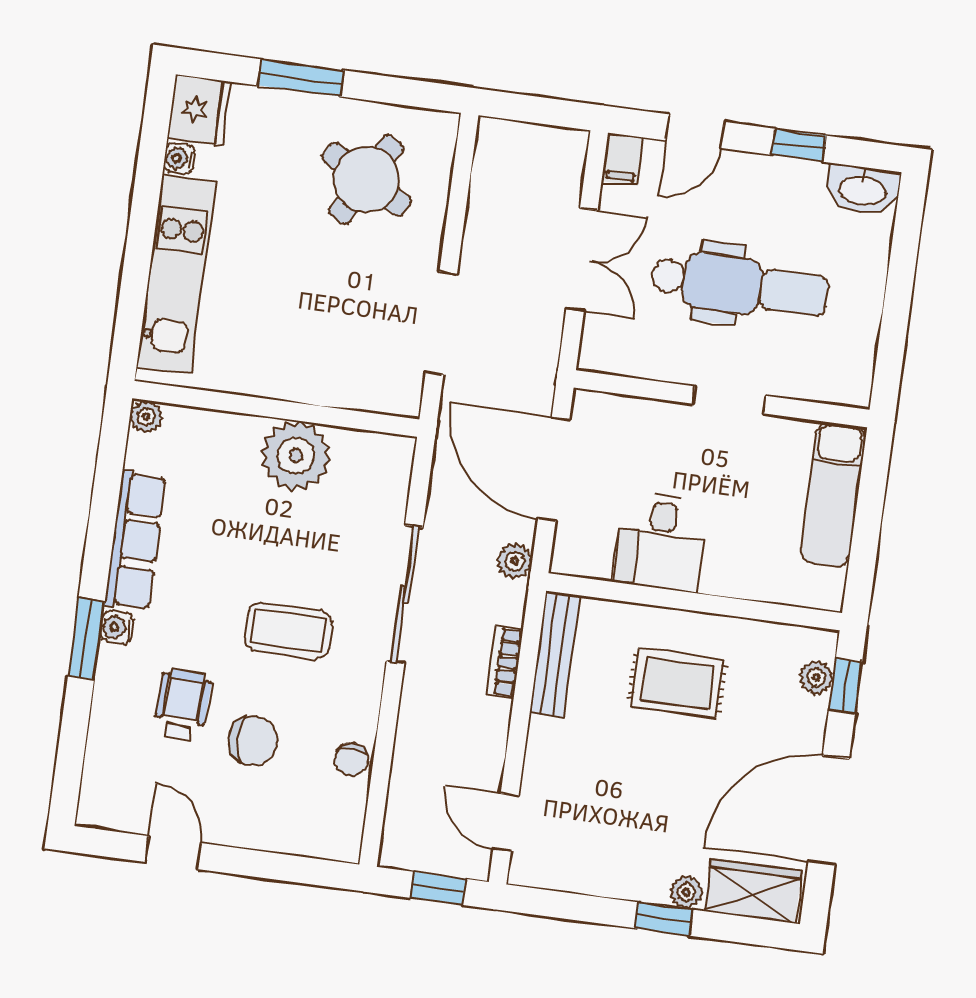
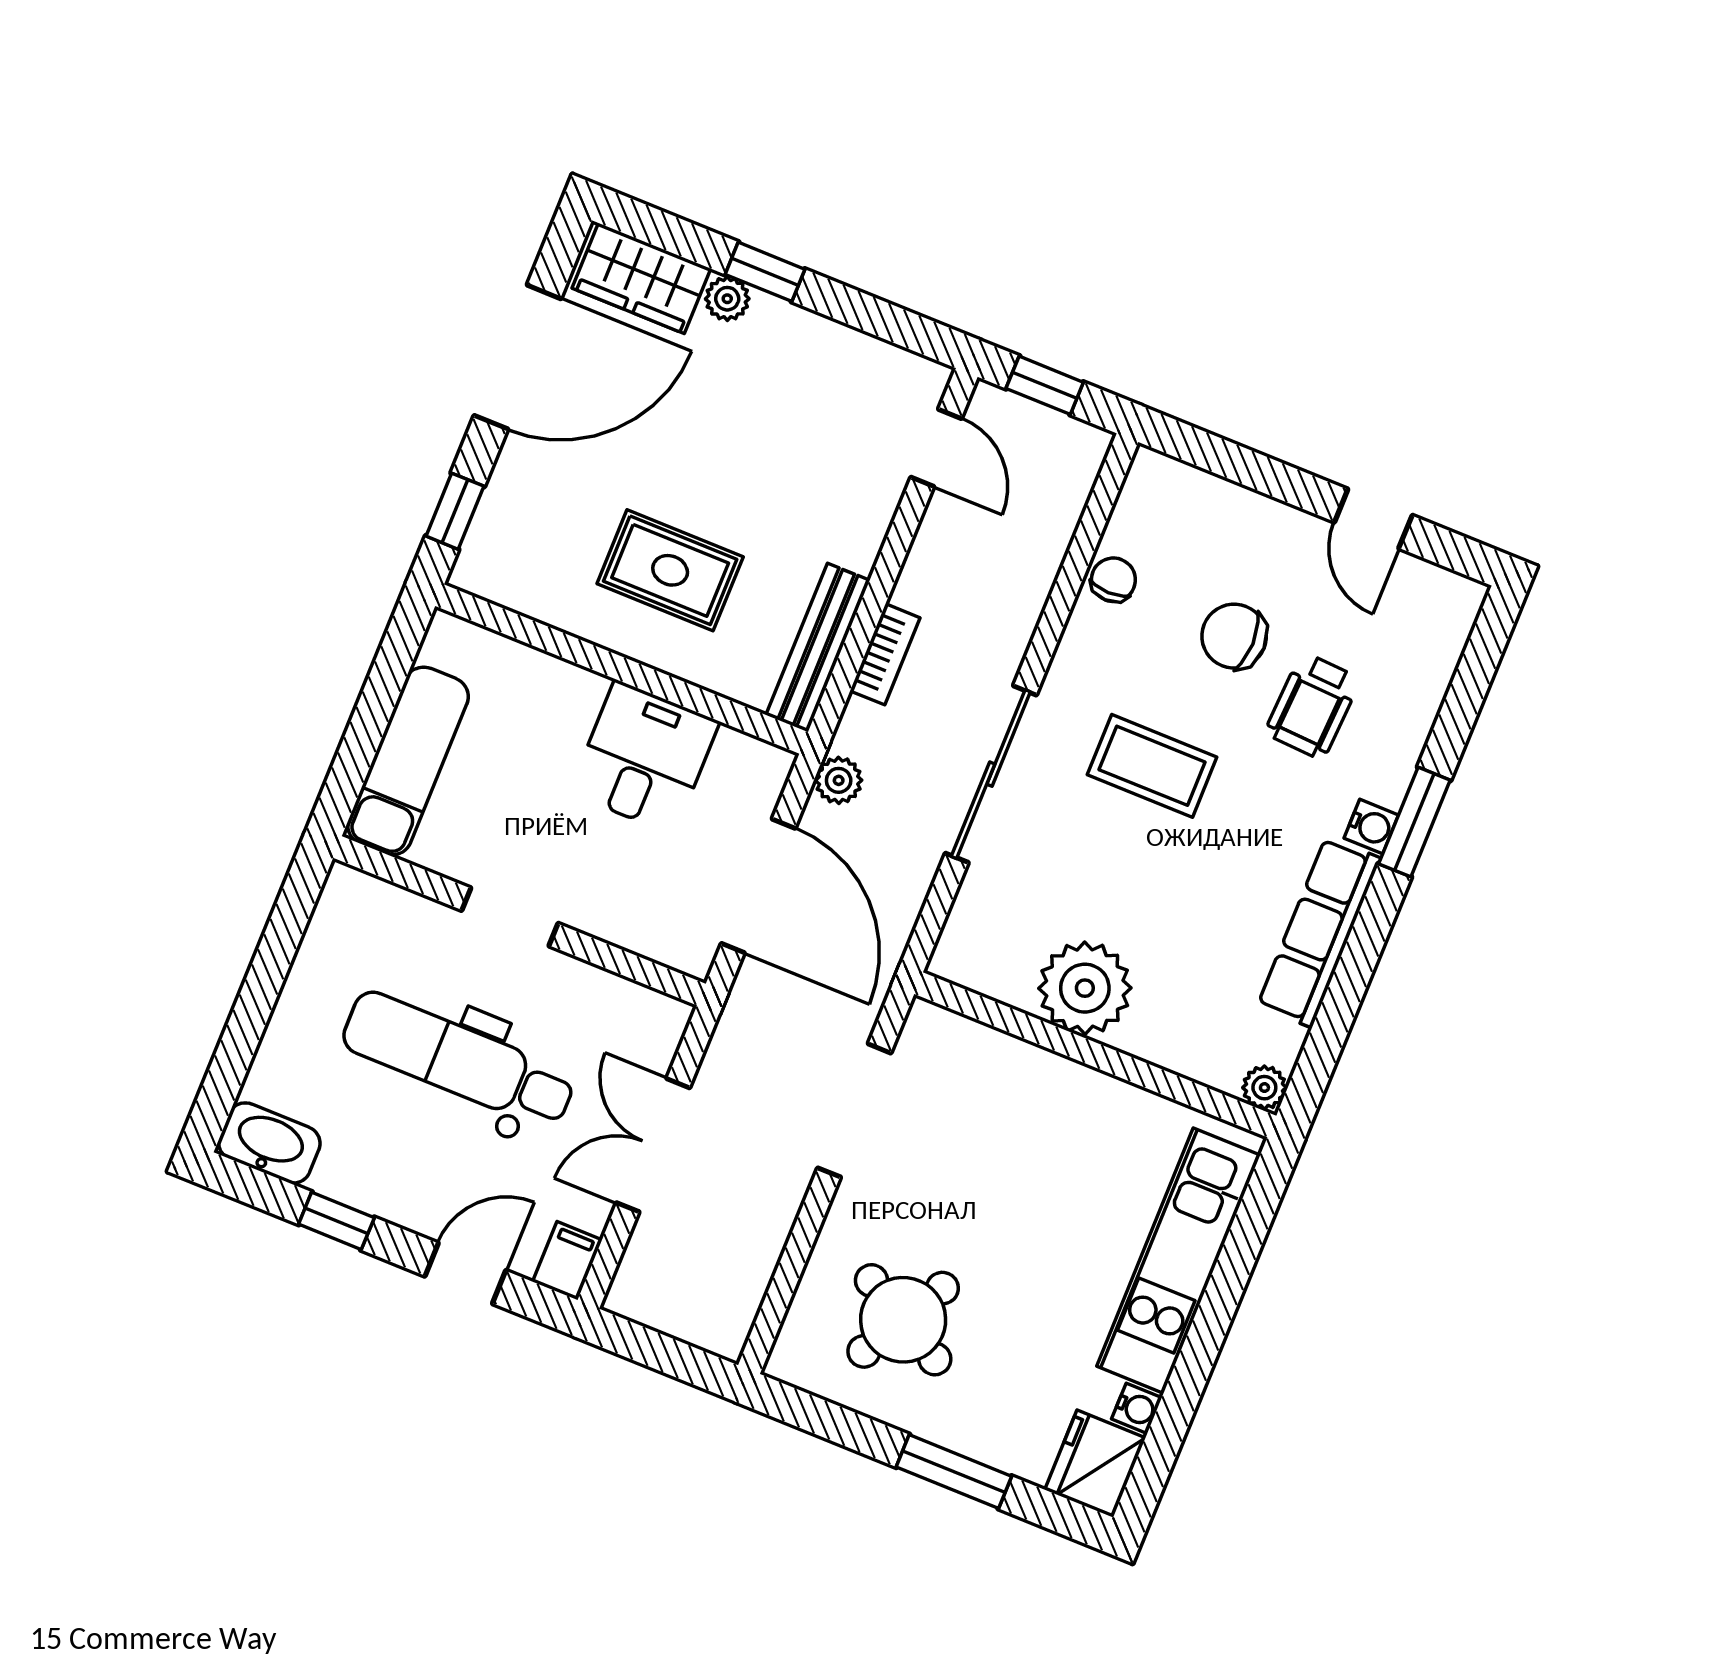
plant: (816, 678) -> (490, 531), removed

